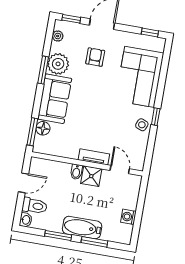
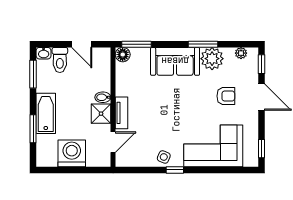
floor lamp: (43, 128) -> (123, 55), moved
washing machine: (128, 217) -> (72, 153), width x1.89, depth x1.89
window: (58, 236) -> (33, 74), moved

